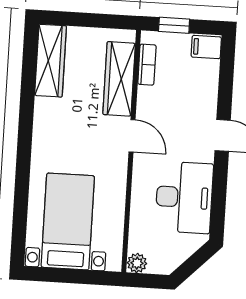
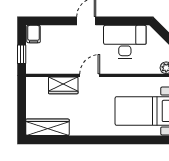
bookcase: (147, 65) -> (46, 69), removed
wardrobe: (119, 79) -> (63, 85), width x0.67

